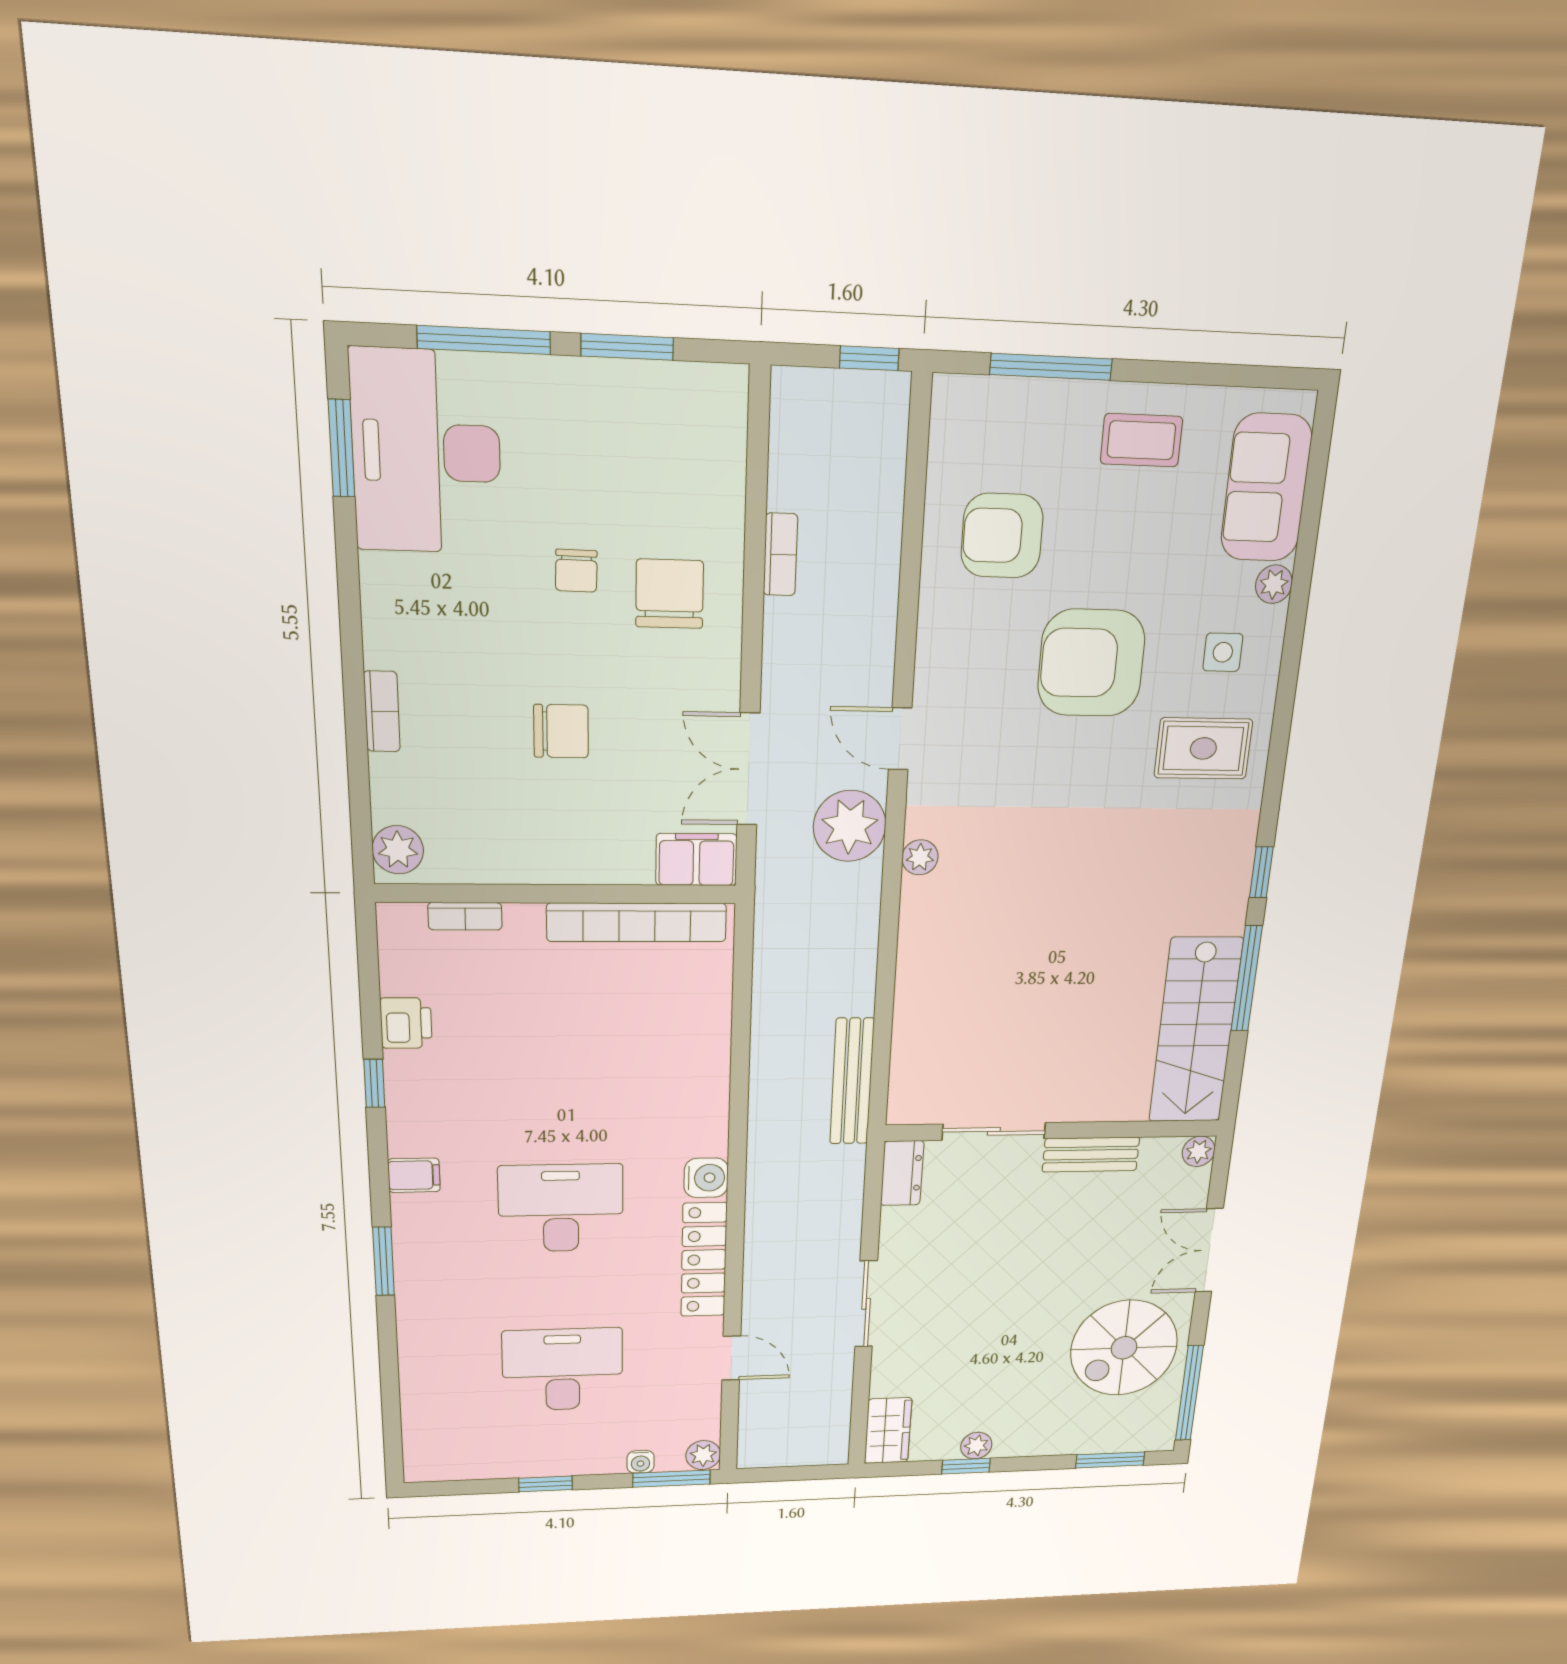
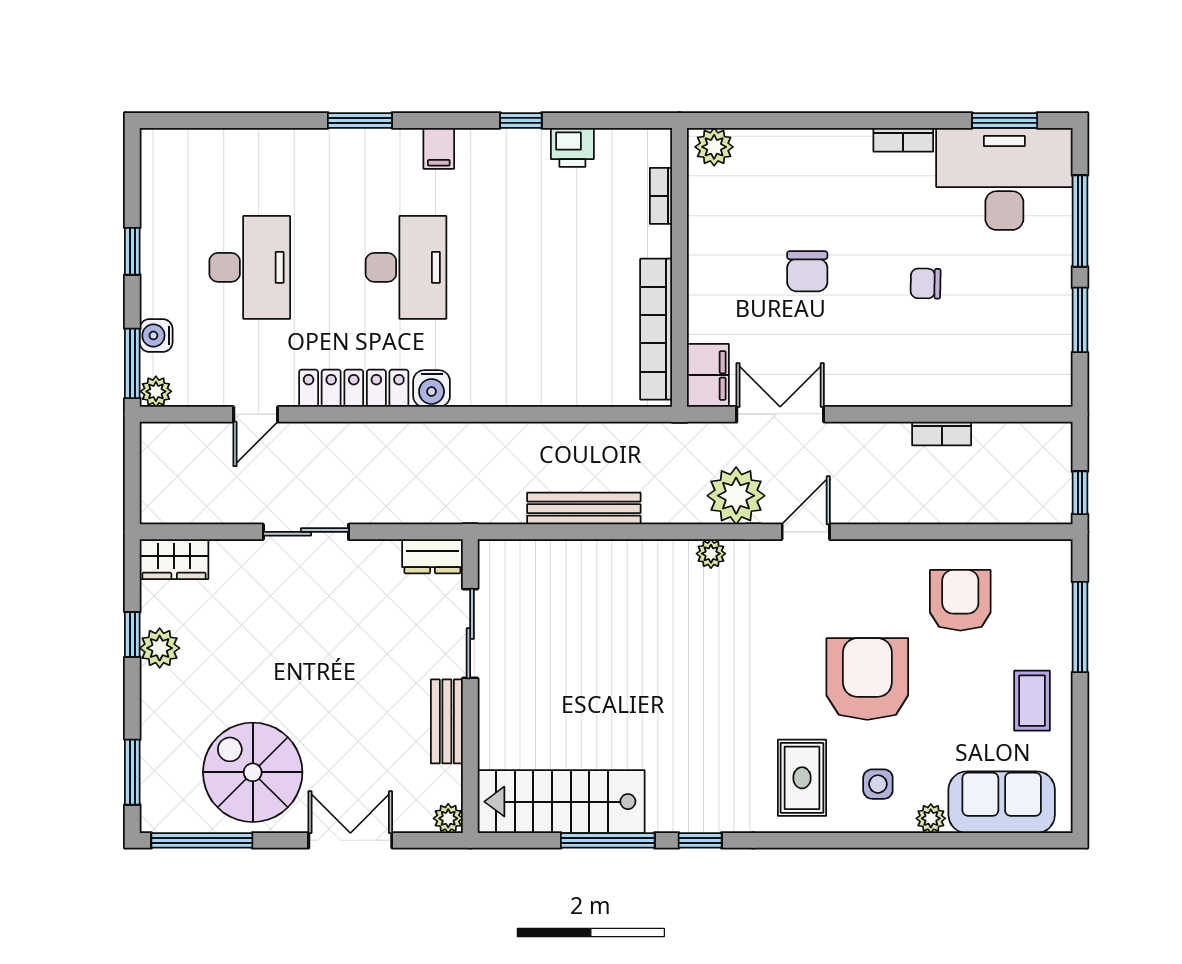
chair: (670, 594) -> (911, 352), removed
bookcase: (382, 711) -> (903, 140), moved
bench: (852, 1081) -> (584, 509), moved
plant: (976, 1446) -> (160, 648), width x1.38, depth x1.38
water cooler: (641, 1462) -> (156, 335), width x1.38, depth x1.38

